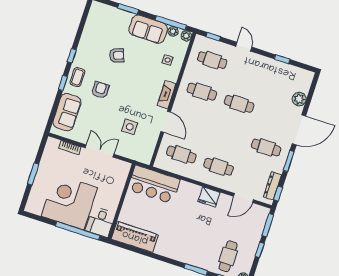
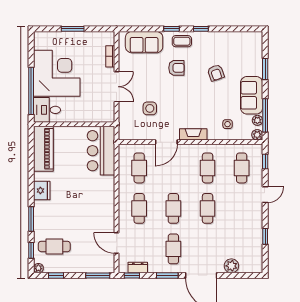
cafe table: (229, 135) -> (173, 208), added
dresser: (273, 186) -> (138, 268), width x0.70
fridge: (209, 197) -> (42, 191), moved, turned 180
window: (260, 250) -> (56, 275), moved

